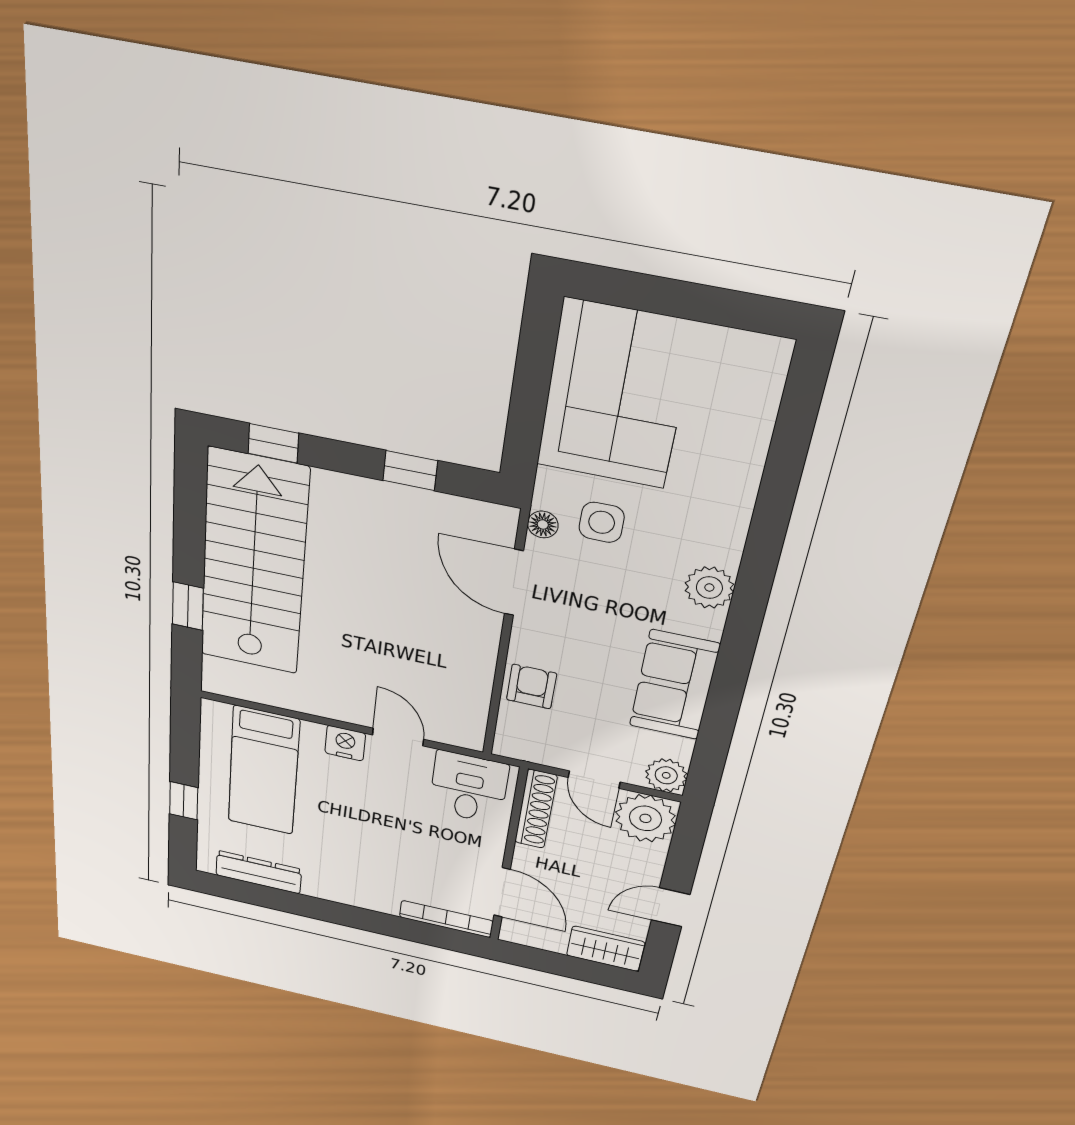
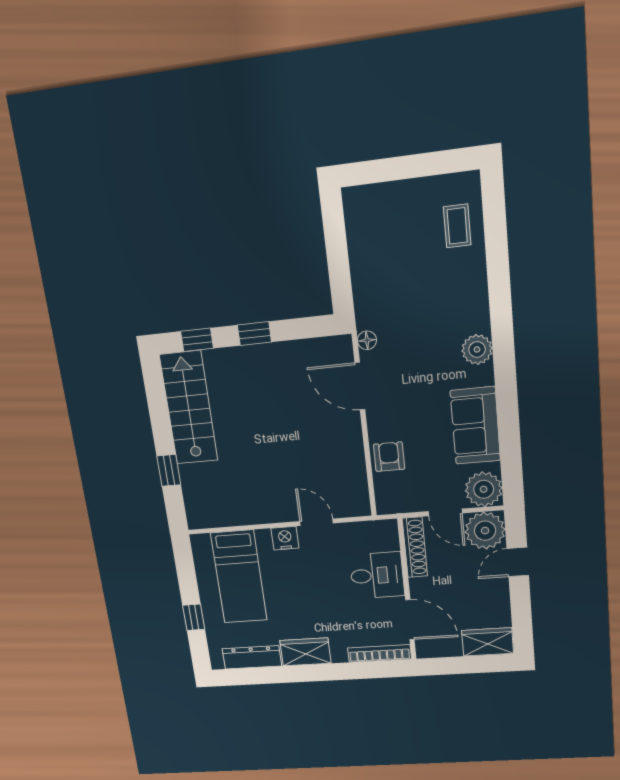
corner sofa: (615, 395) -> (386, 240), removed
coffee table: (734, 409) -> (457, 226), added
window: (410, 471) -> (254, 334), moved
side table: (602, 522) -> (401, 327), removed
stairs: (254, 564) -> (189, 408), width x0.73, depth x0.66
plant: (666, 775) -> (484, 489), width x1.36, depth x1.36
desk: (469, 788) -> (377, 575), moved, turned 90
wardrobe: (339, 888) -> (305, 652), added
door: (671, 907) -> (518, 562), moved

